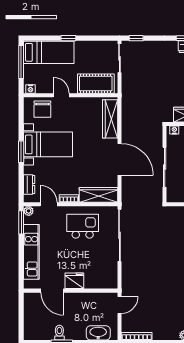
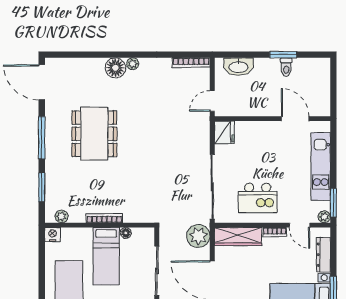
dresser: (29, 185) -> (323, 255), width x1.44
plant: (131, 195) -> (198, 236), added
fridge: (74, 281) -> (224, 132), moved, turned -90

